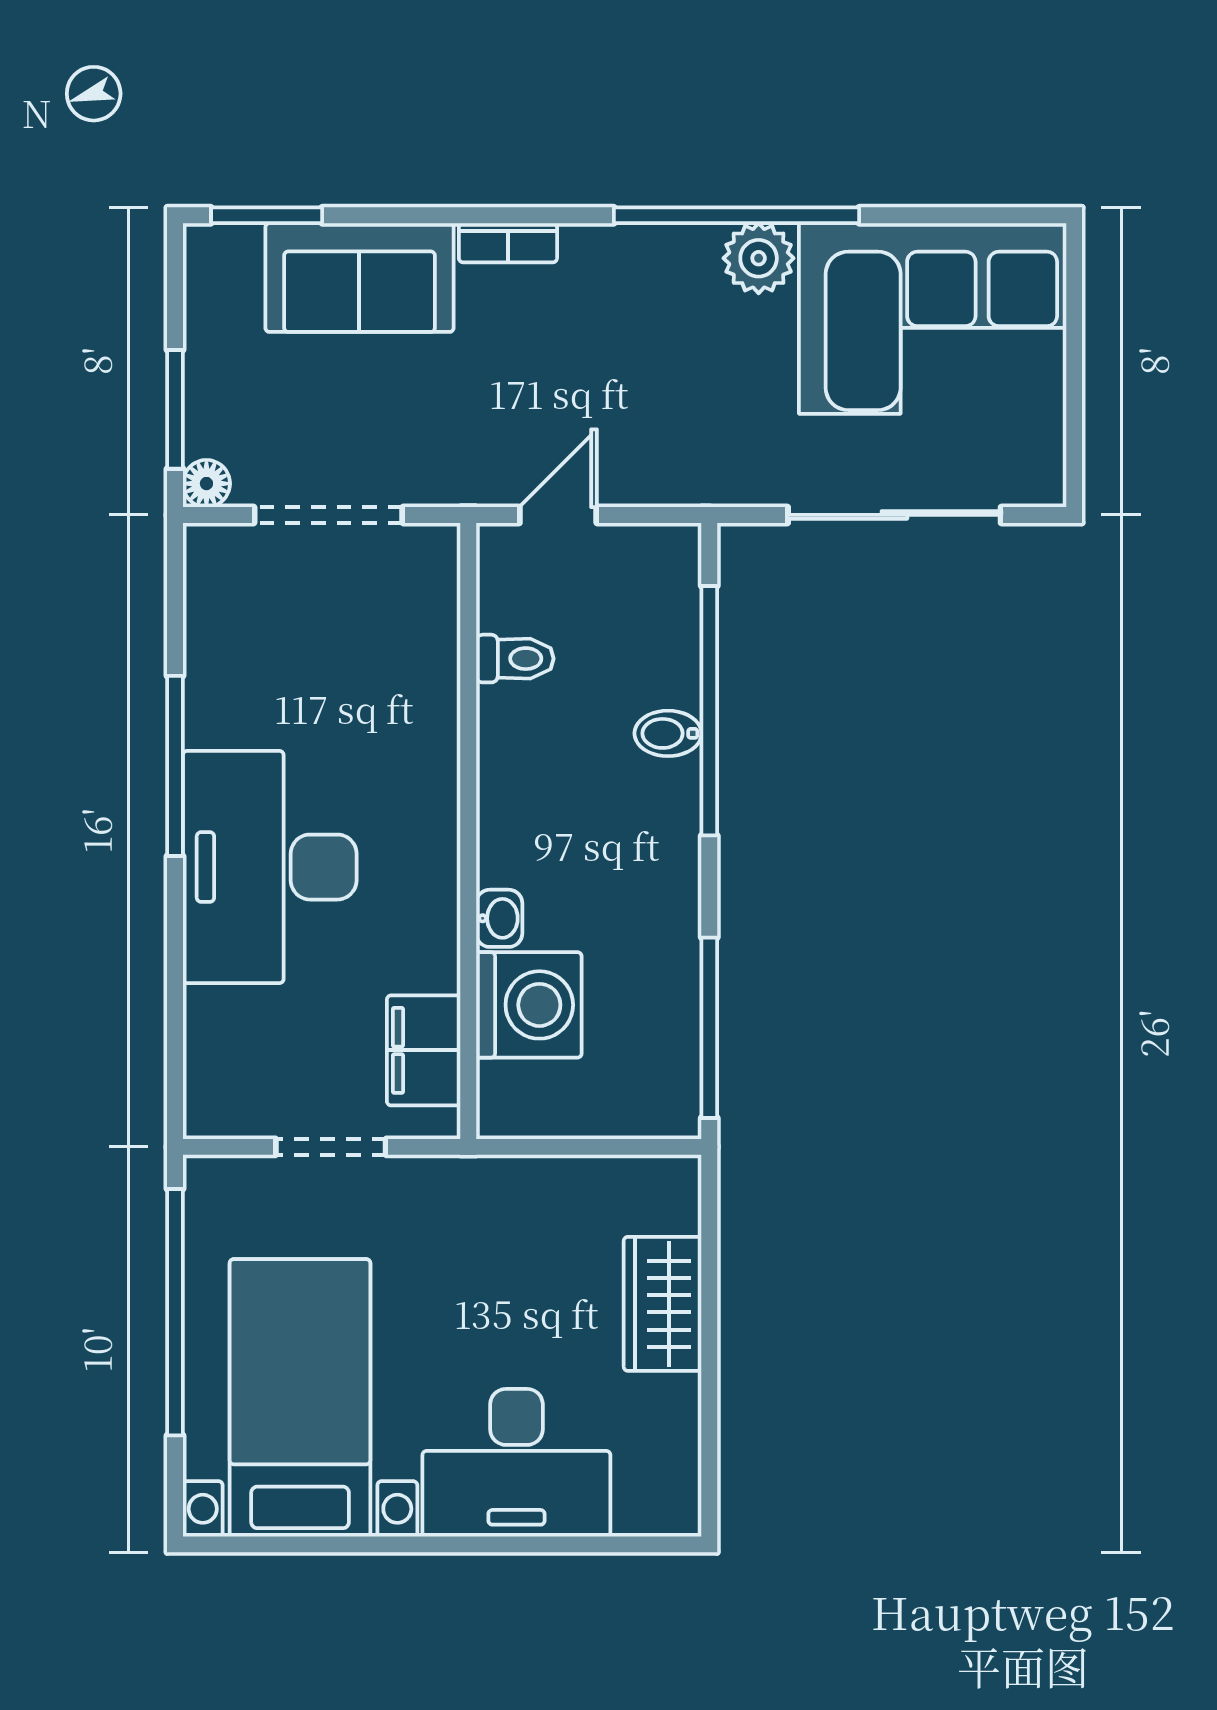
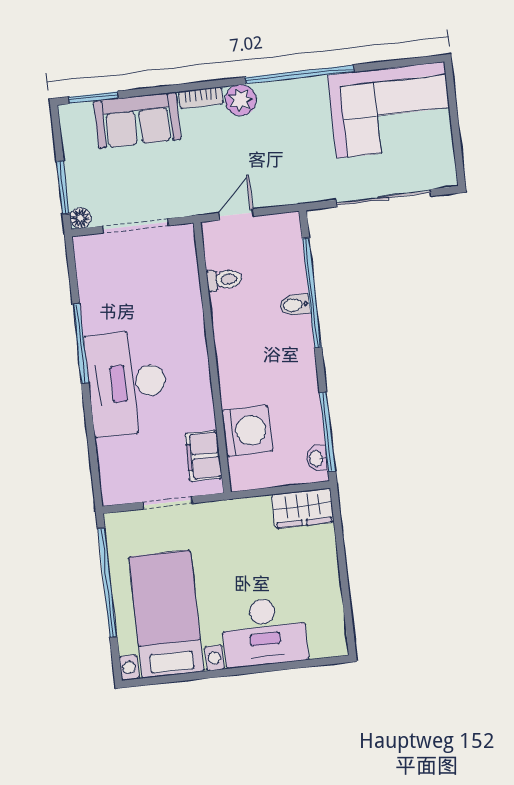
plant: (759, 258) -> (241, 100), moved
washbasin: (499, 918) -> (317, 459), moved, turned 180
wardrobe: (663, 1304) -> (303, 508), moved, turned -90

